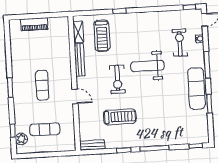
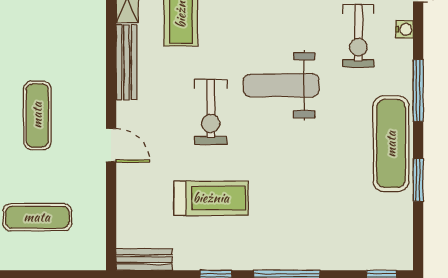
exercise bike: (180, 43) -> (358, 36), turned 180

